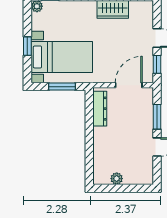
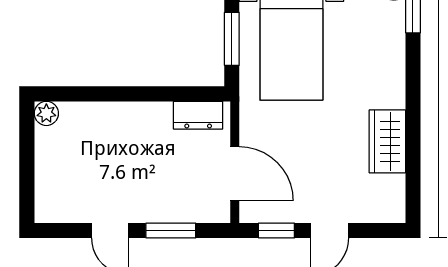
dresser: (100, 109) -> (198, 115), width x0.70
plant: (117, 179) -> (46, 113), moved

